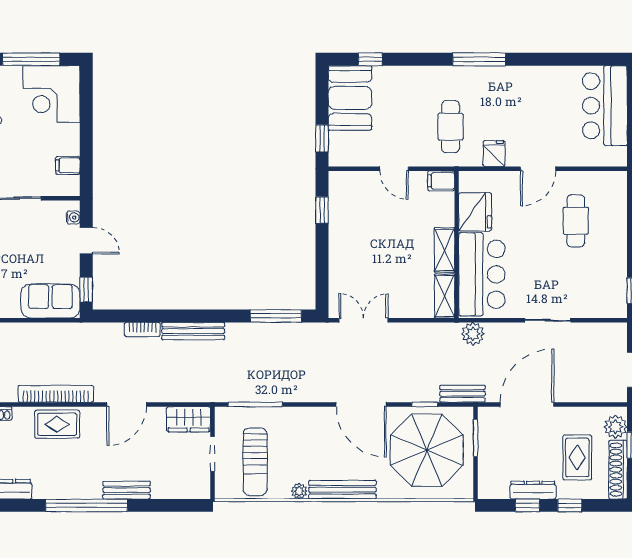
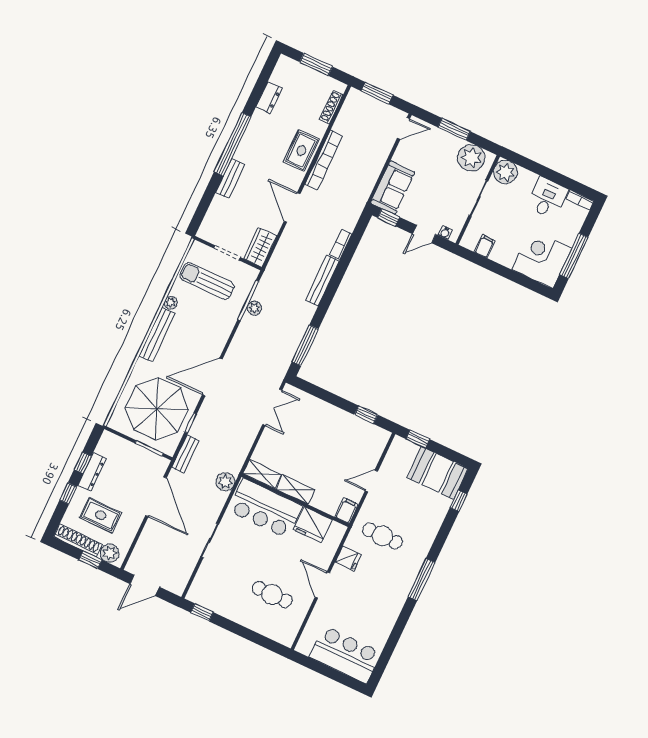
plant: (261, 393) -> (254, 308), added

